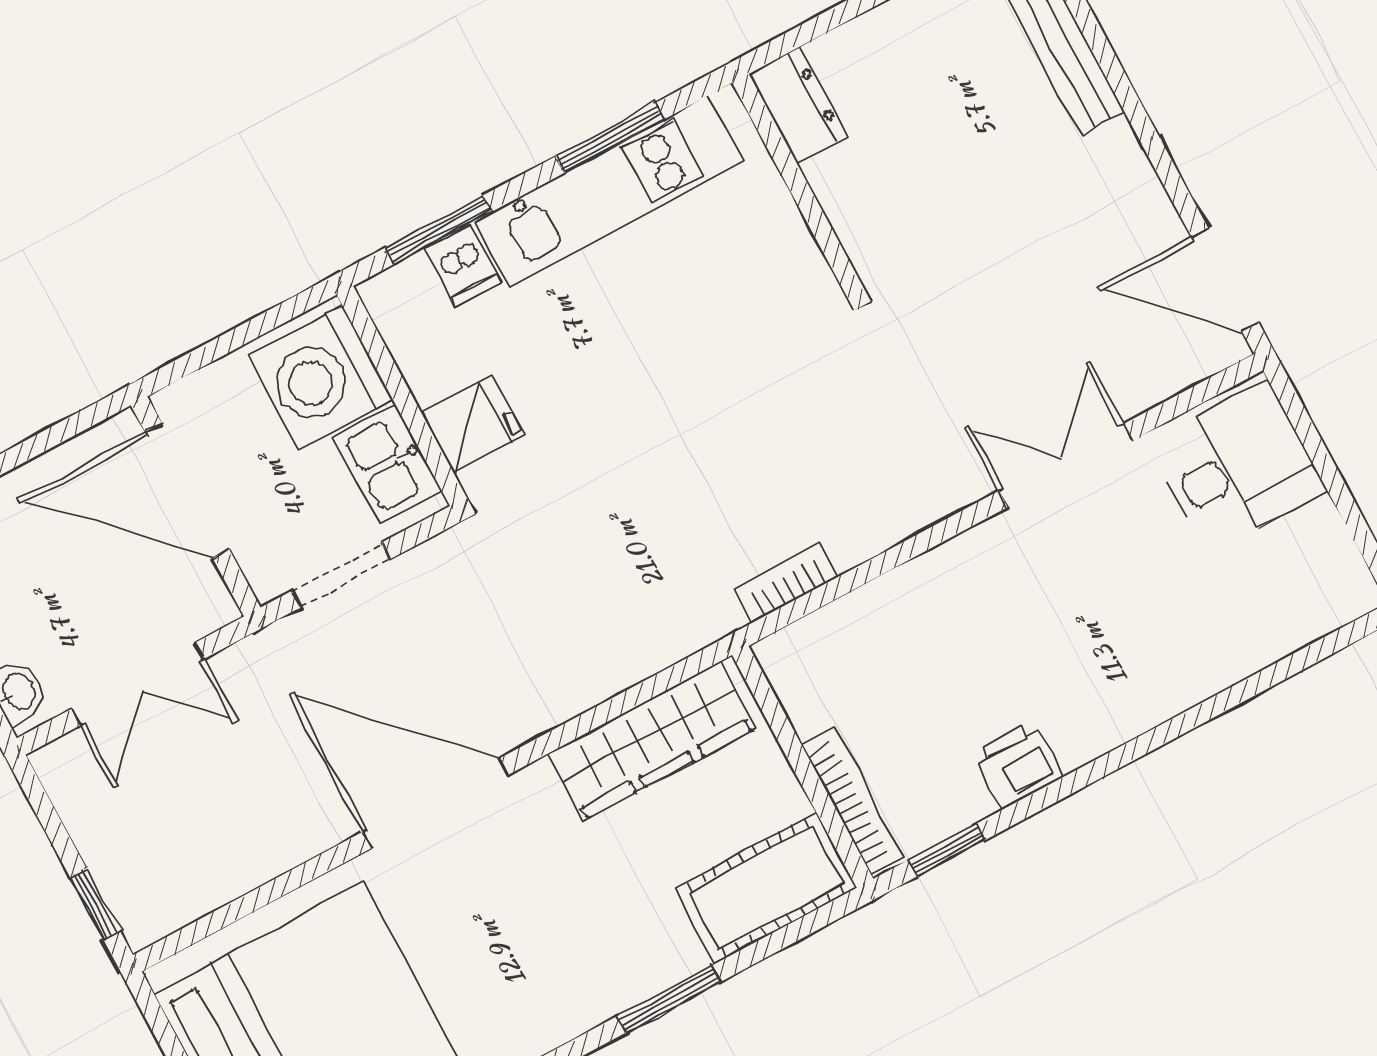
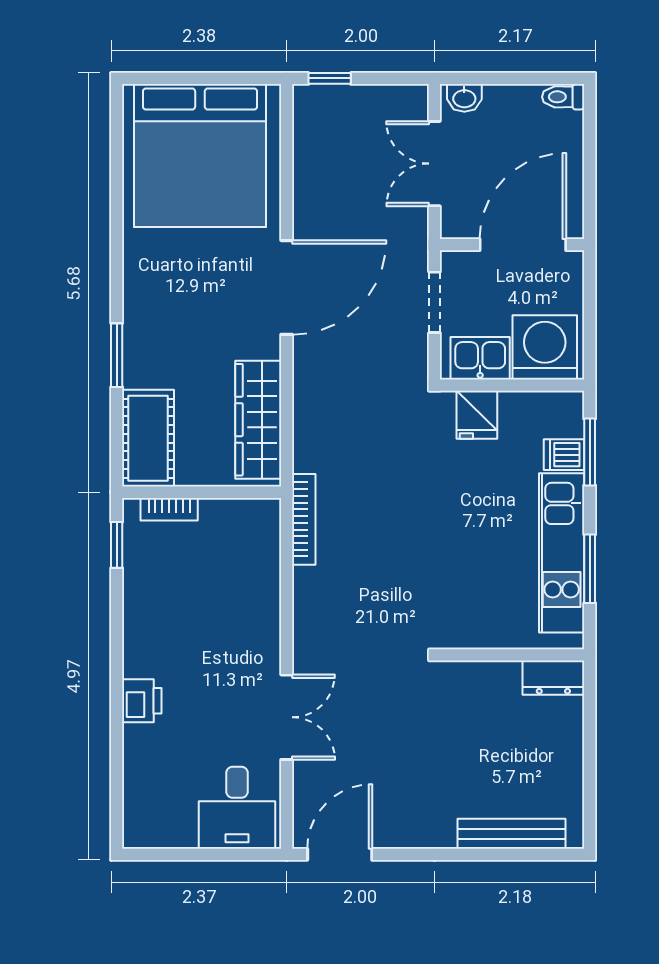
bookcase: (786, 583) -> (304, 519), width x1.56
printer: (1017, 765) -> (142, 701), moved
bookcase: (853, 801) -> (169, 509), width x0.64

